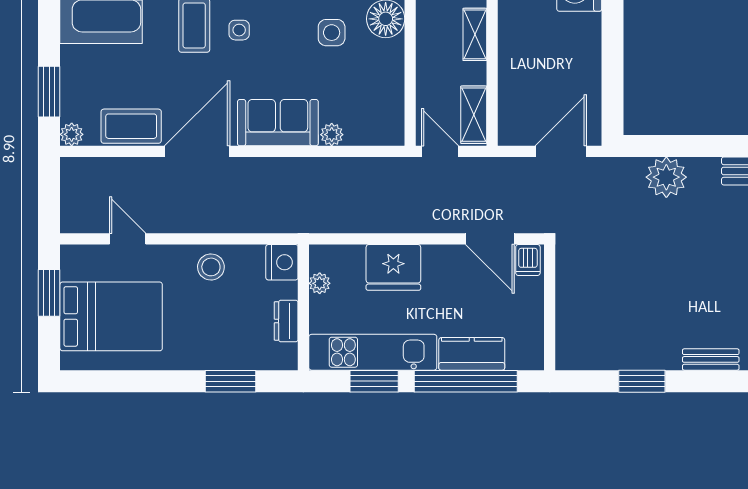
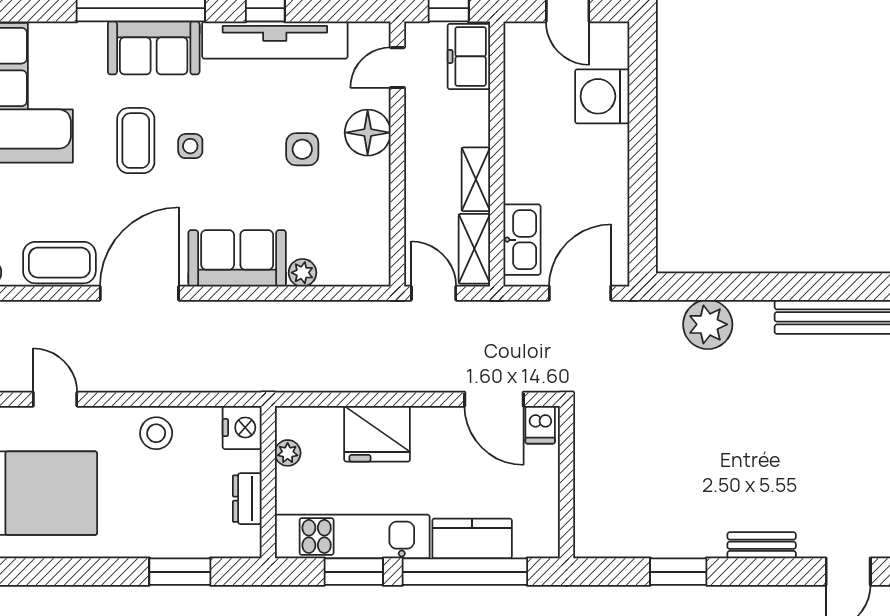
shelving: (475, 34) -> (476, 179), moved
kitchen sink: (513, 107) -> (522, 240), added

